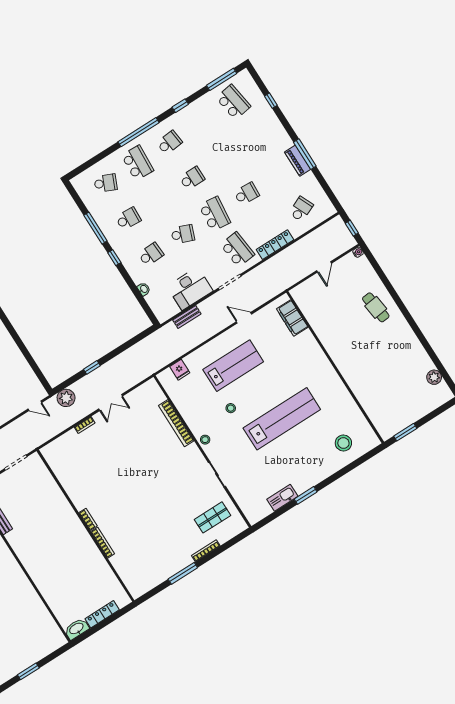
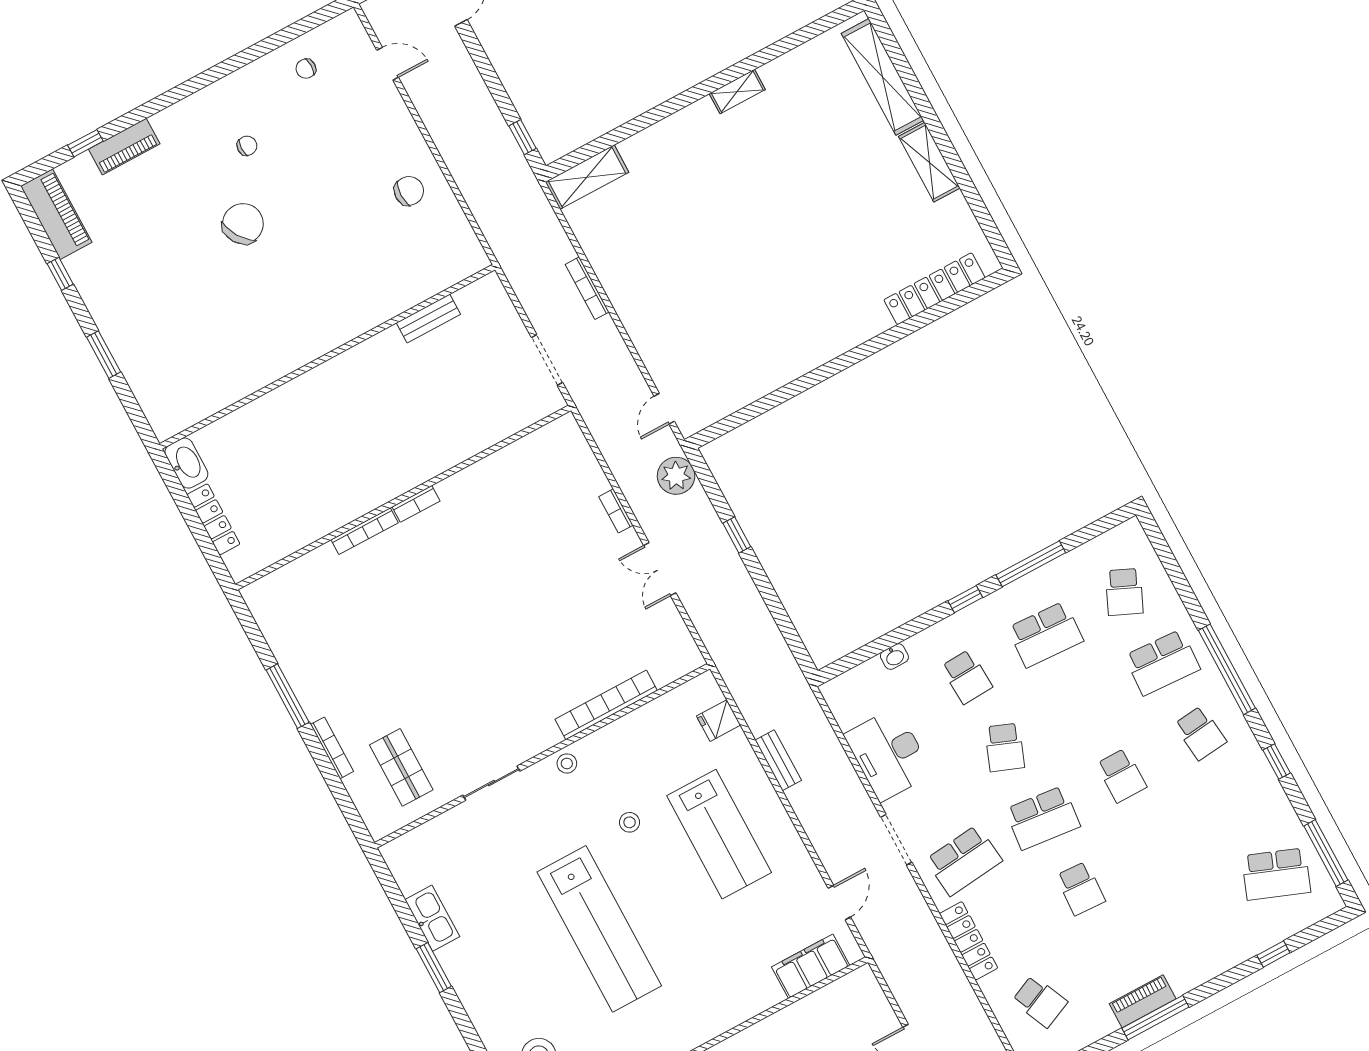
school desk: (233, 102) -> (1276, 874), turned 30
school desk: (128, 219) -> (1045, 634), width x1.85
bench: (187, 317) -> (778, 760), moved
door: (244, 318) -> (839, 903), moved

